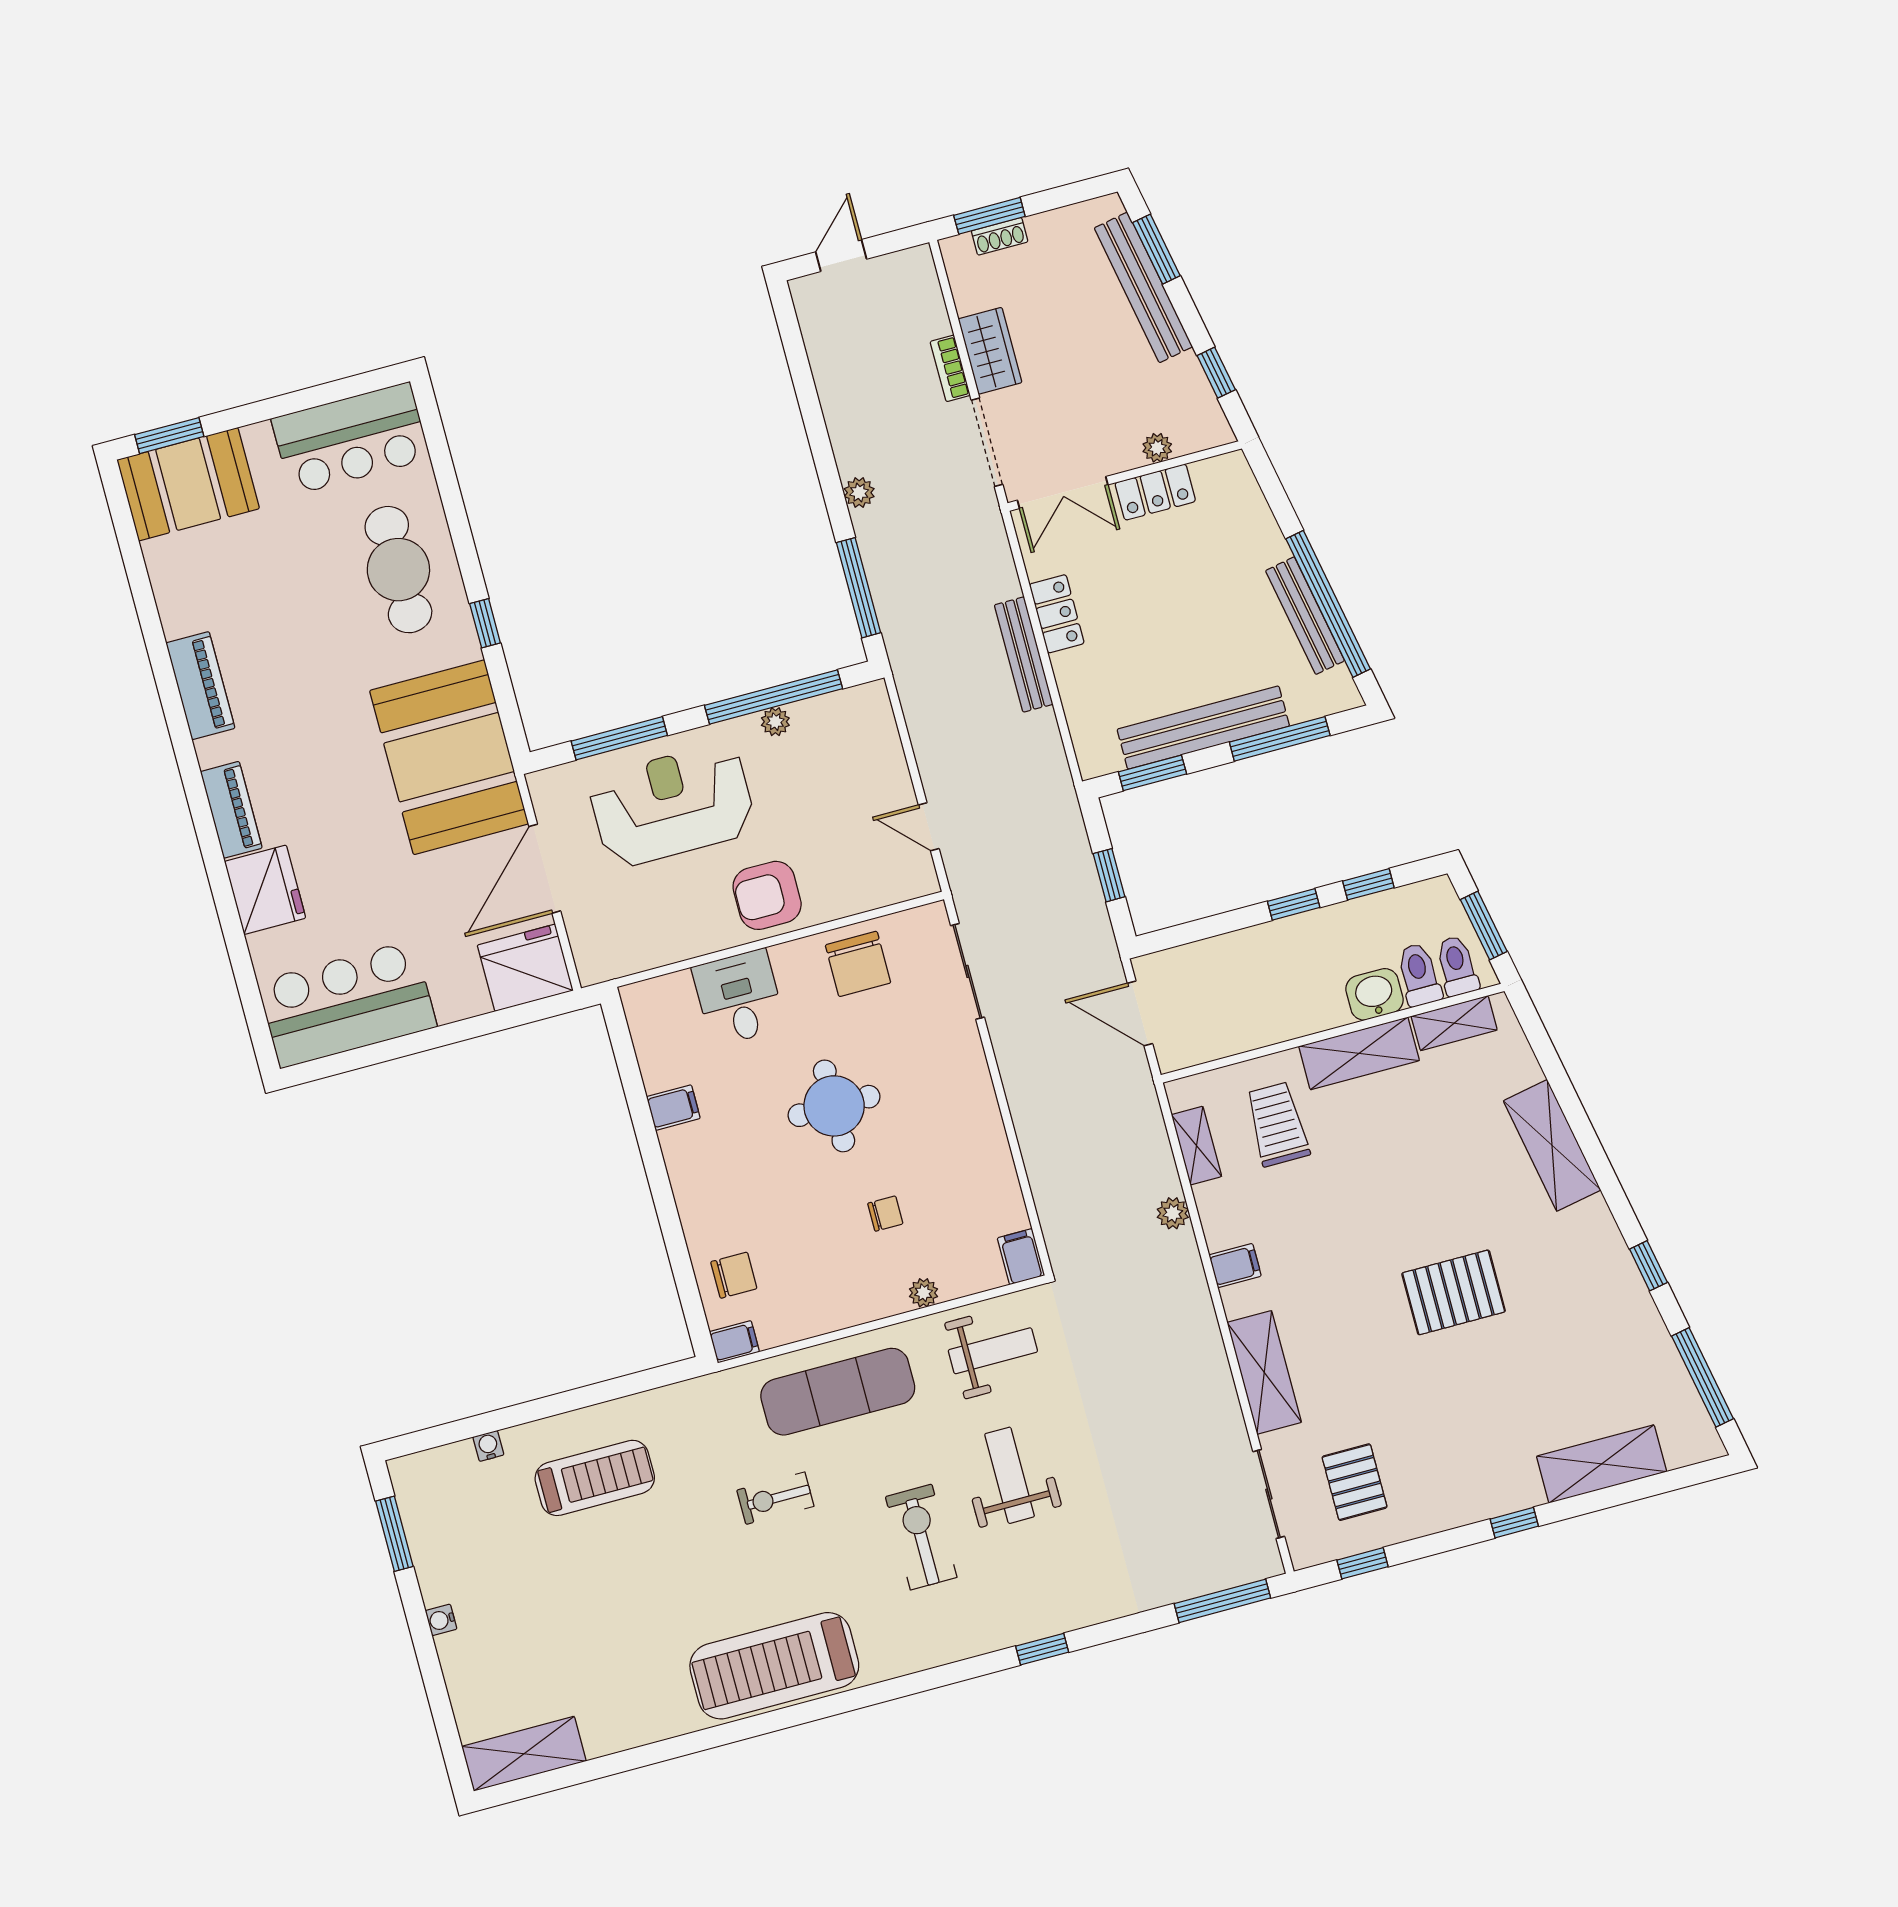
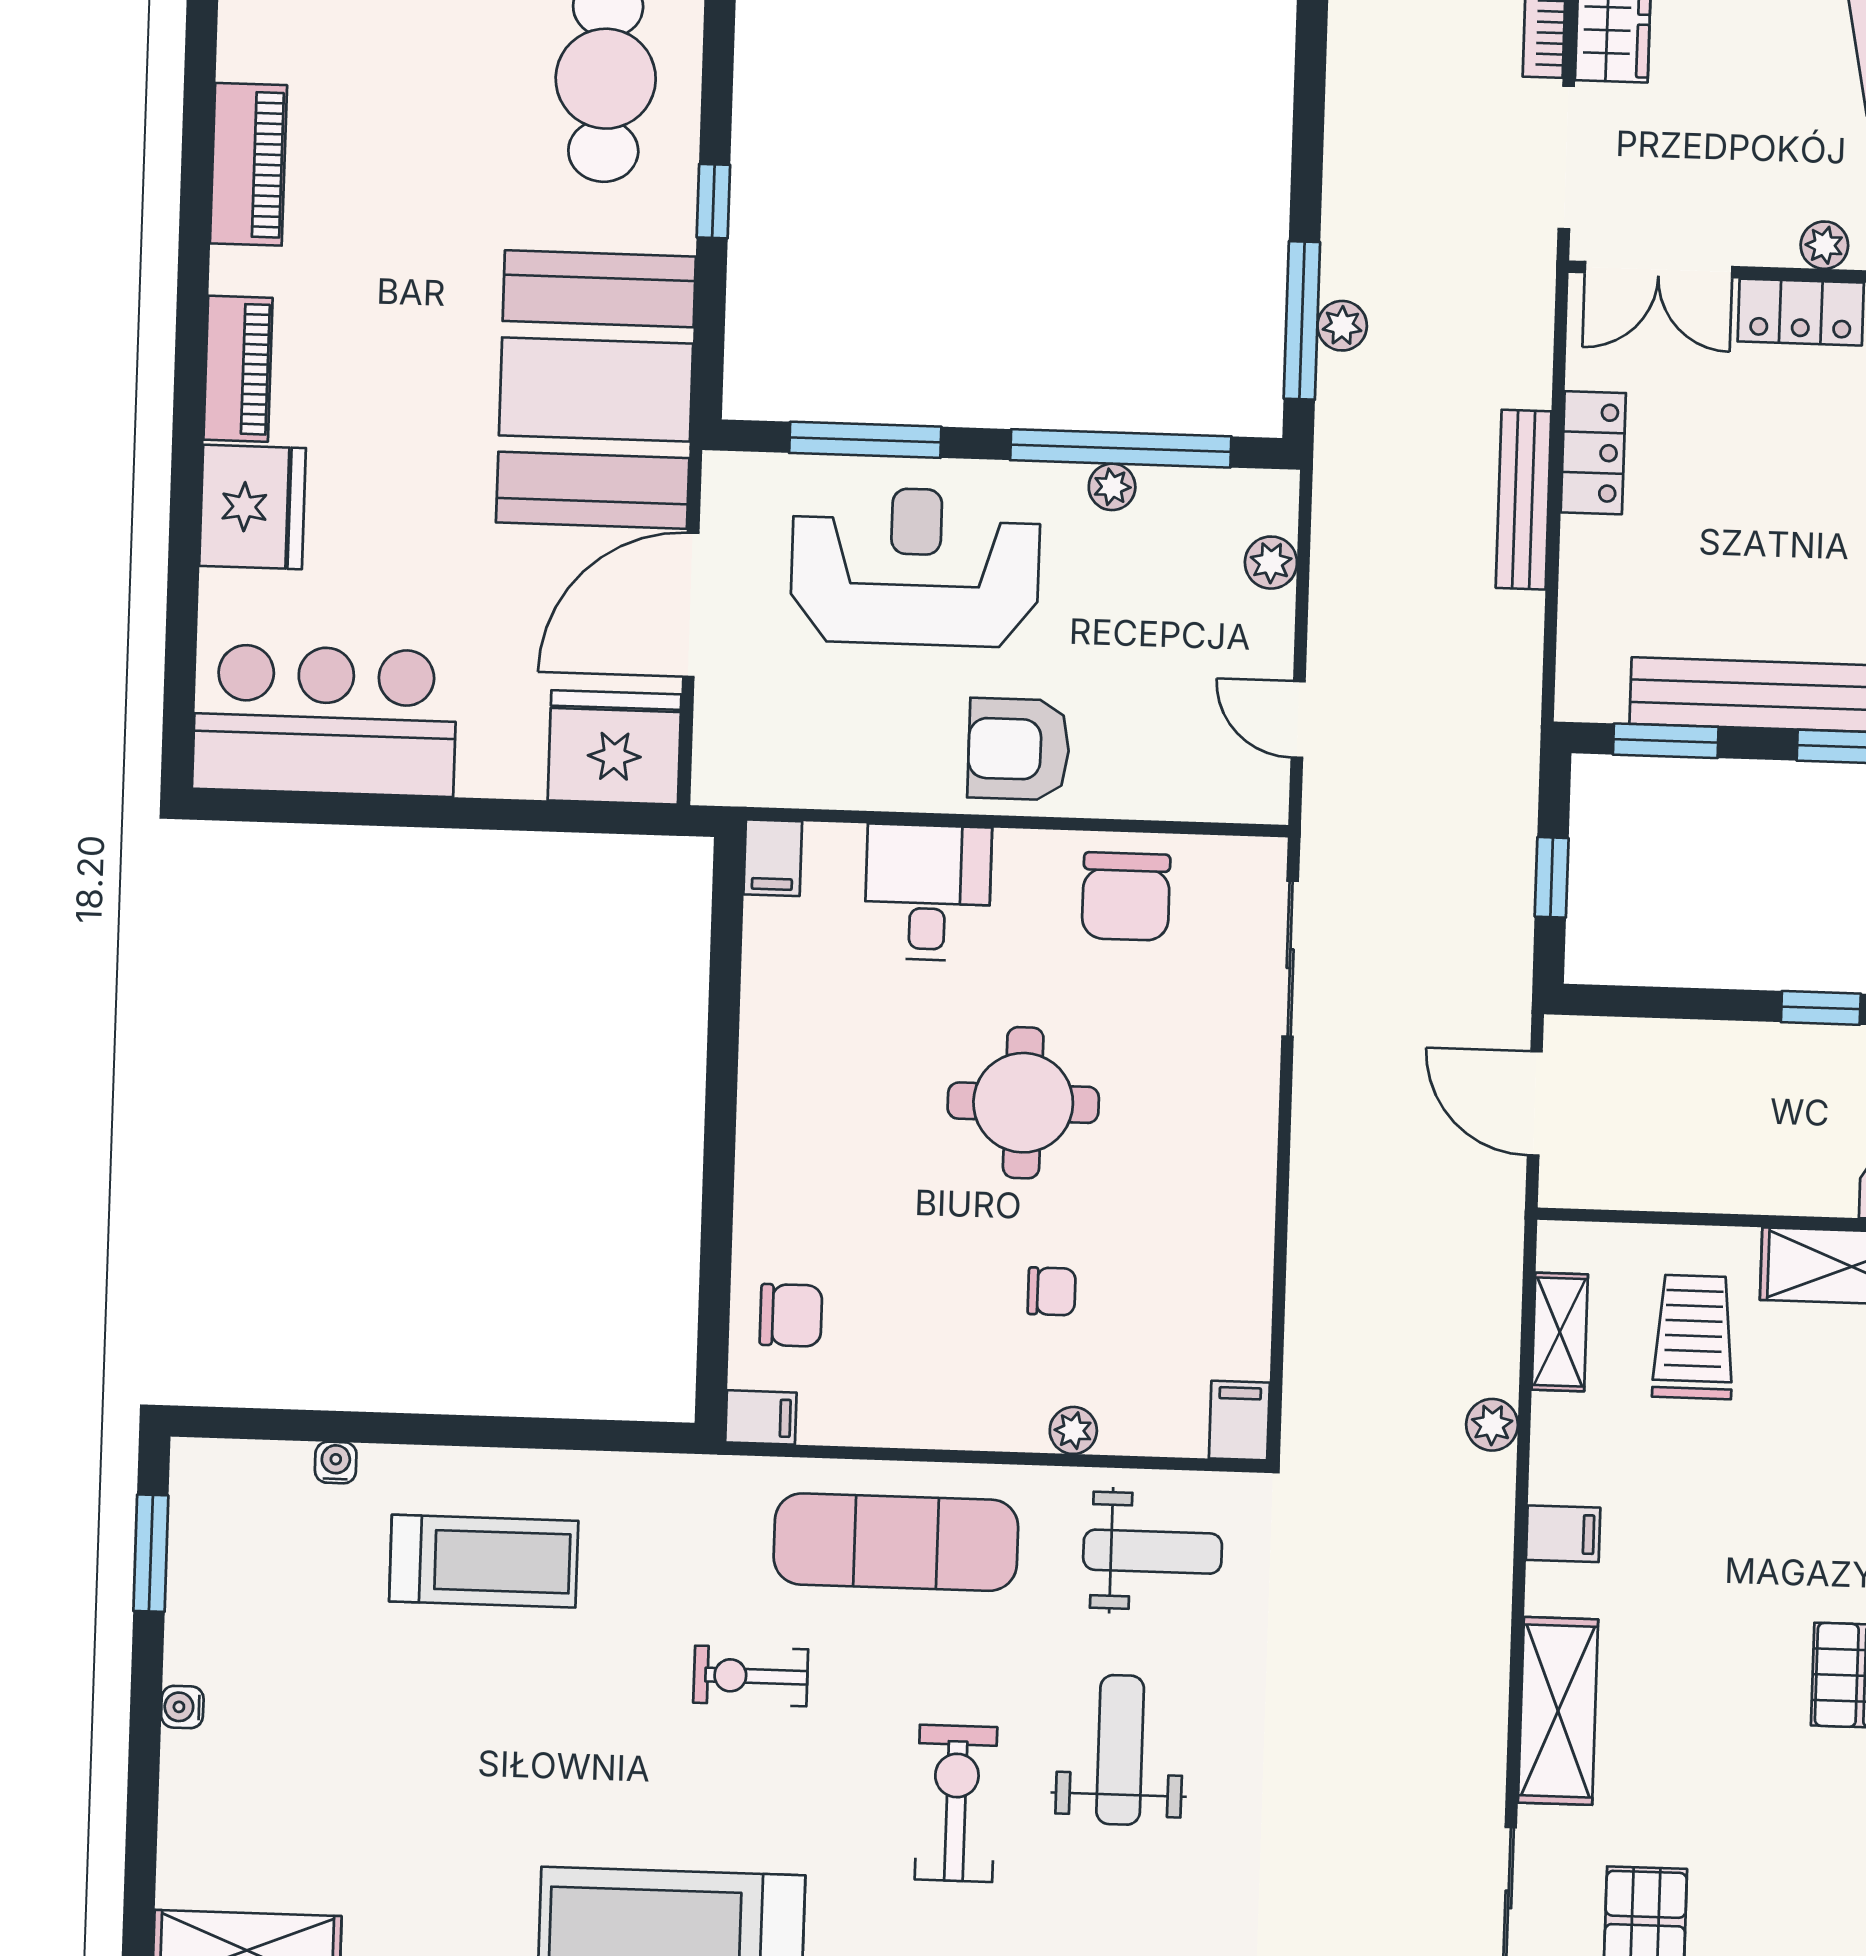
plant: (859, 493) -> (1342, 326), moved
plant: (884, 738) -> (1271, 563), added
filing cabinet: (673, 1108) -> (773, 858), moved, turned 90

